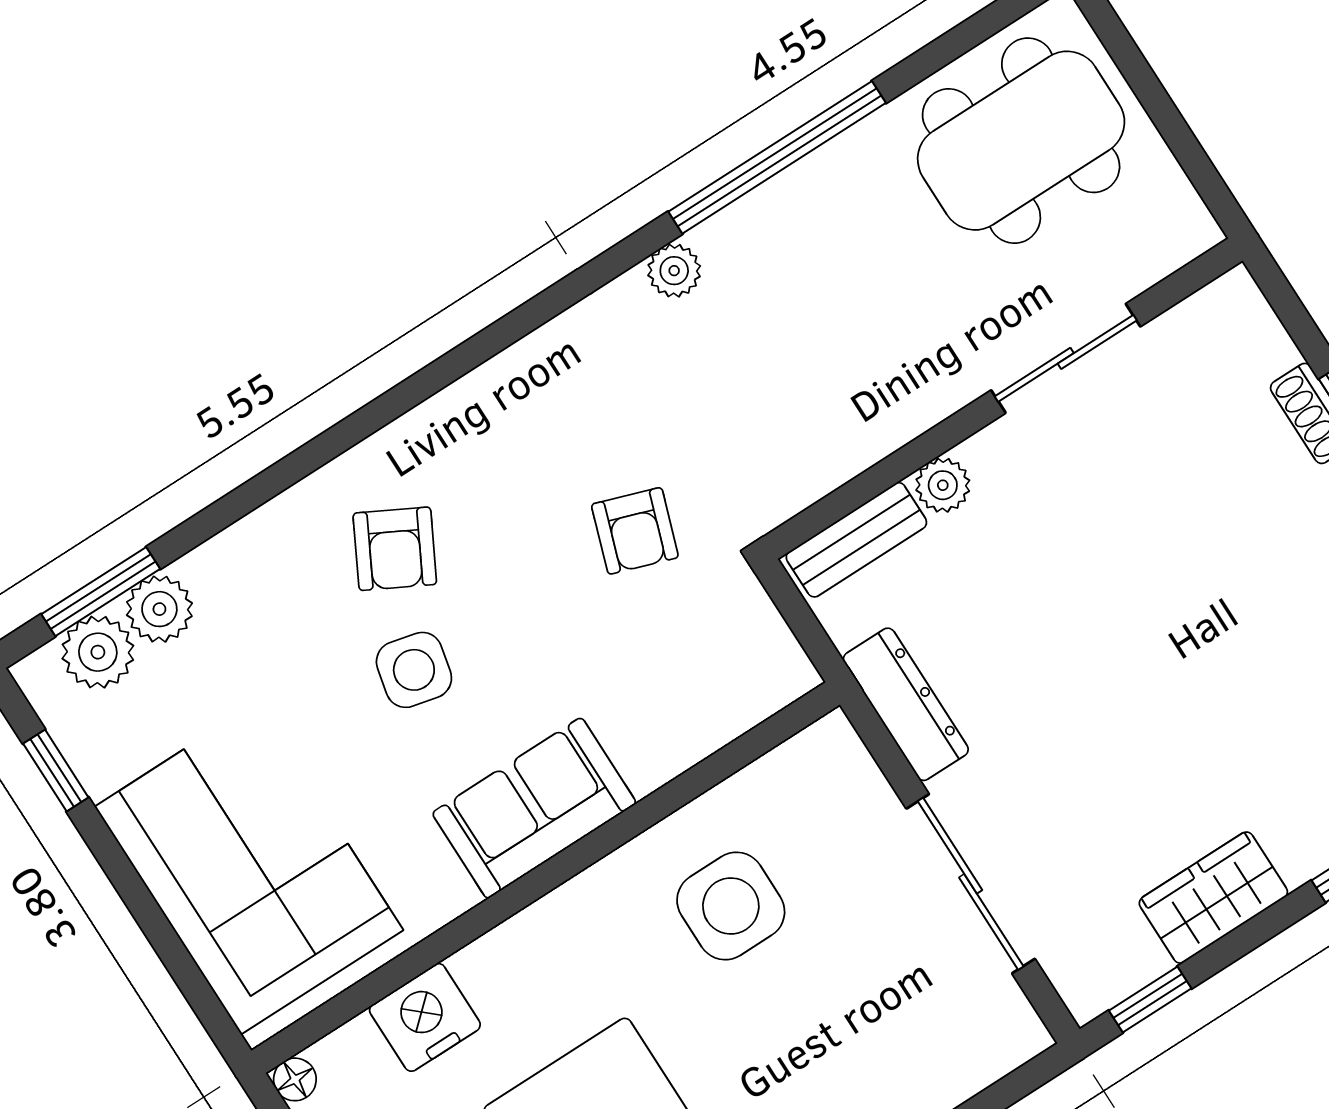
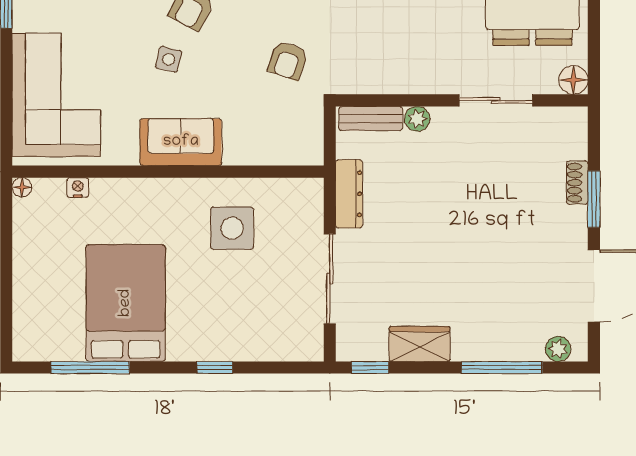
floor lamp: (1185, 229) -> (573, 80), added
side table: (414, 670) -> (169, 59), width x0.73, depth x0.73
nightstand: (425, 1017) -> (78, 188), width x0.53, depth x0.56

